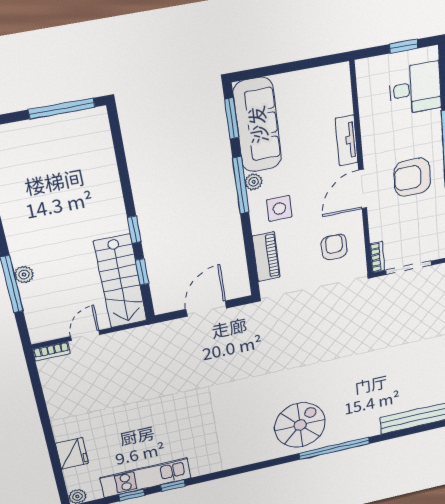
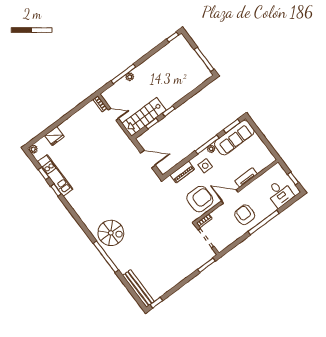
armchair: (334, 247) -> (200, 199), width x1.88, depth x1.88

